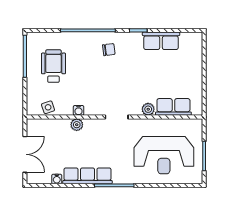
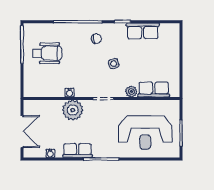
wheelchair: (53, 66) -> (47, 53), turned 90
side table: (48, 107) -> (114, 64), moved
plant: (77, 125) -> (73, 110), width x1.88, depth x1.88
row of seats: (87, 176) -> (77, 151), width x0.68

